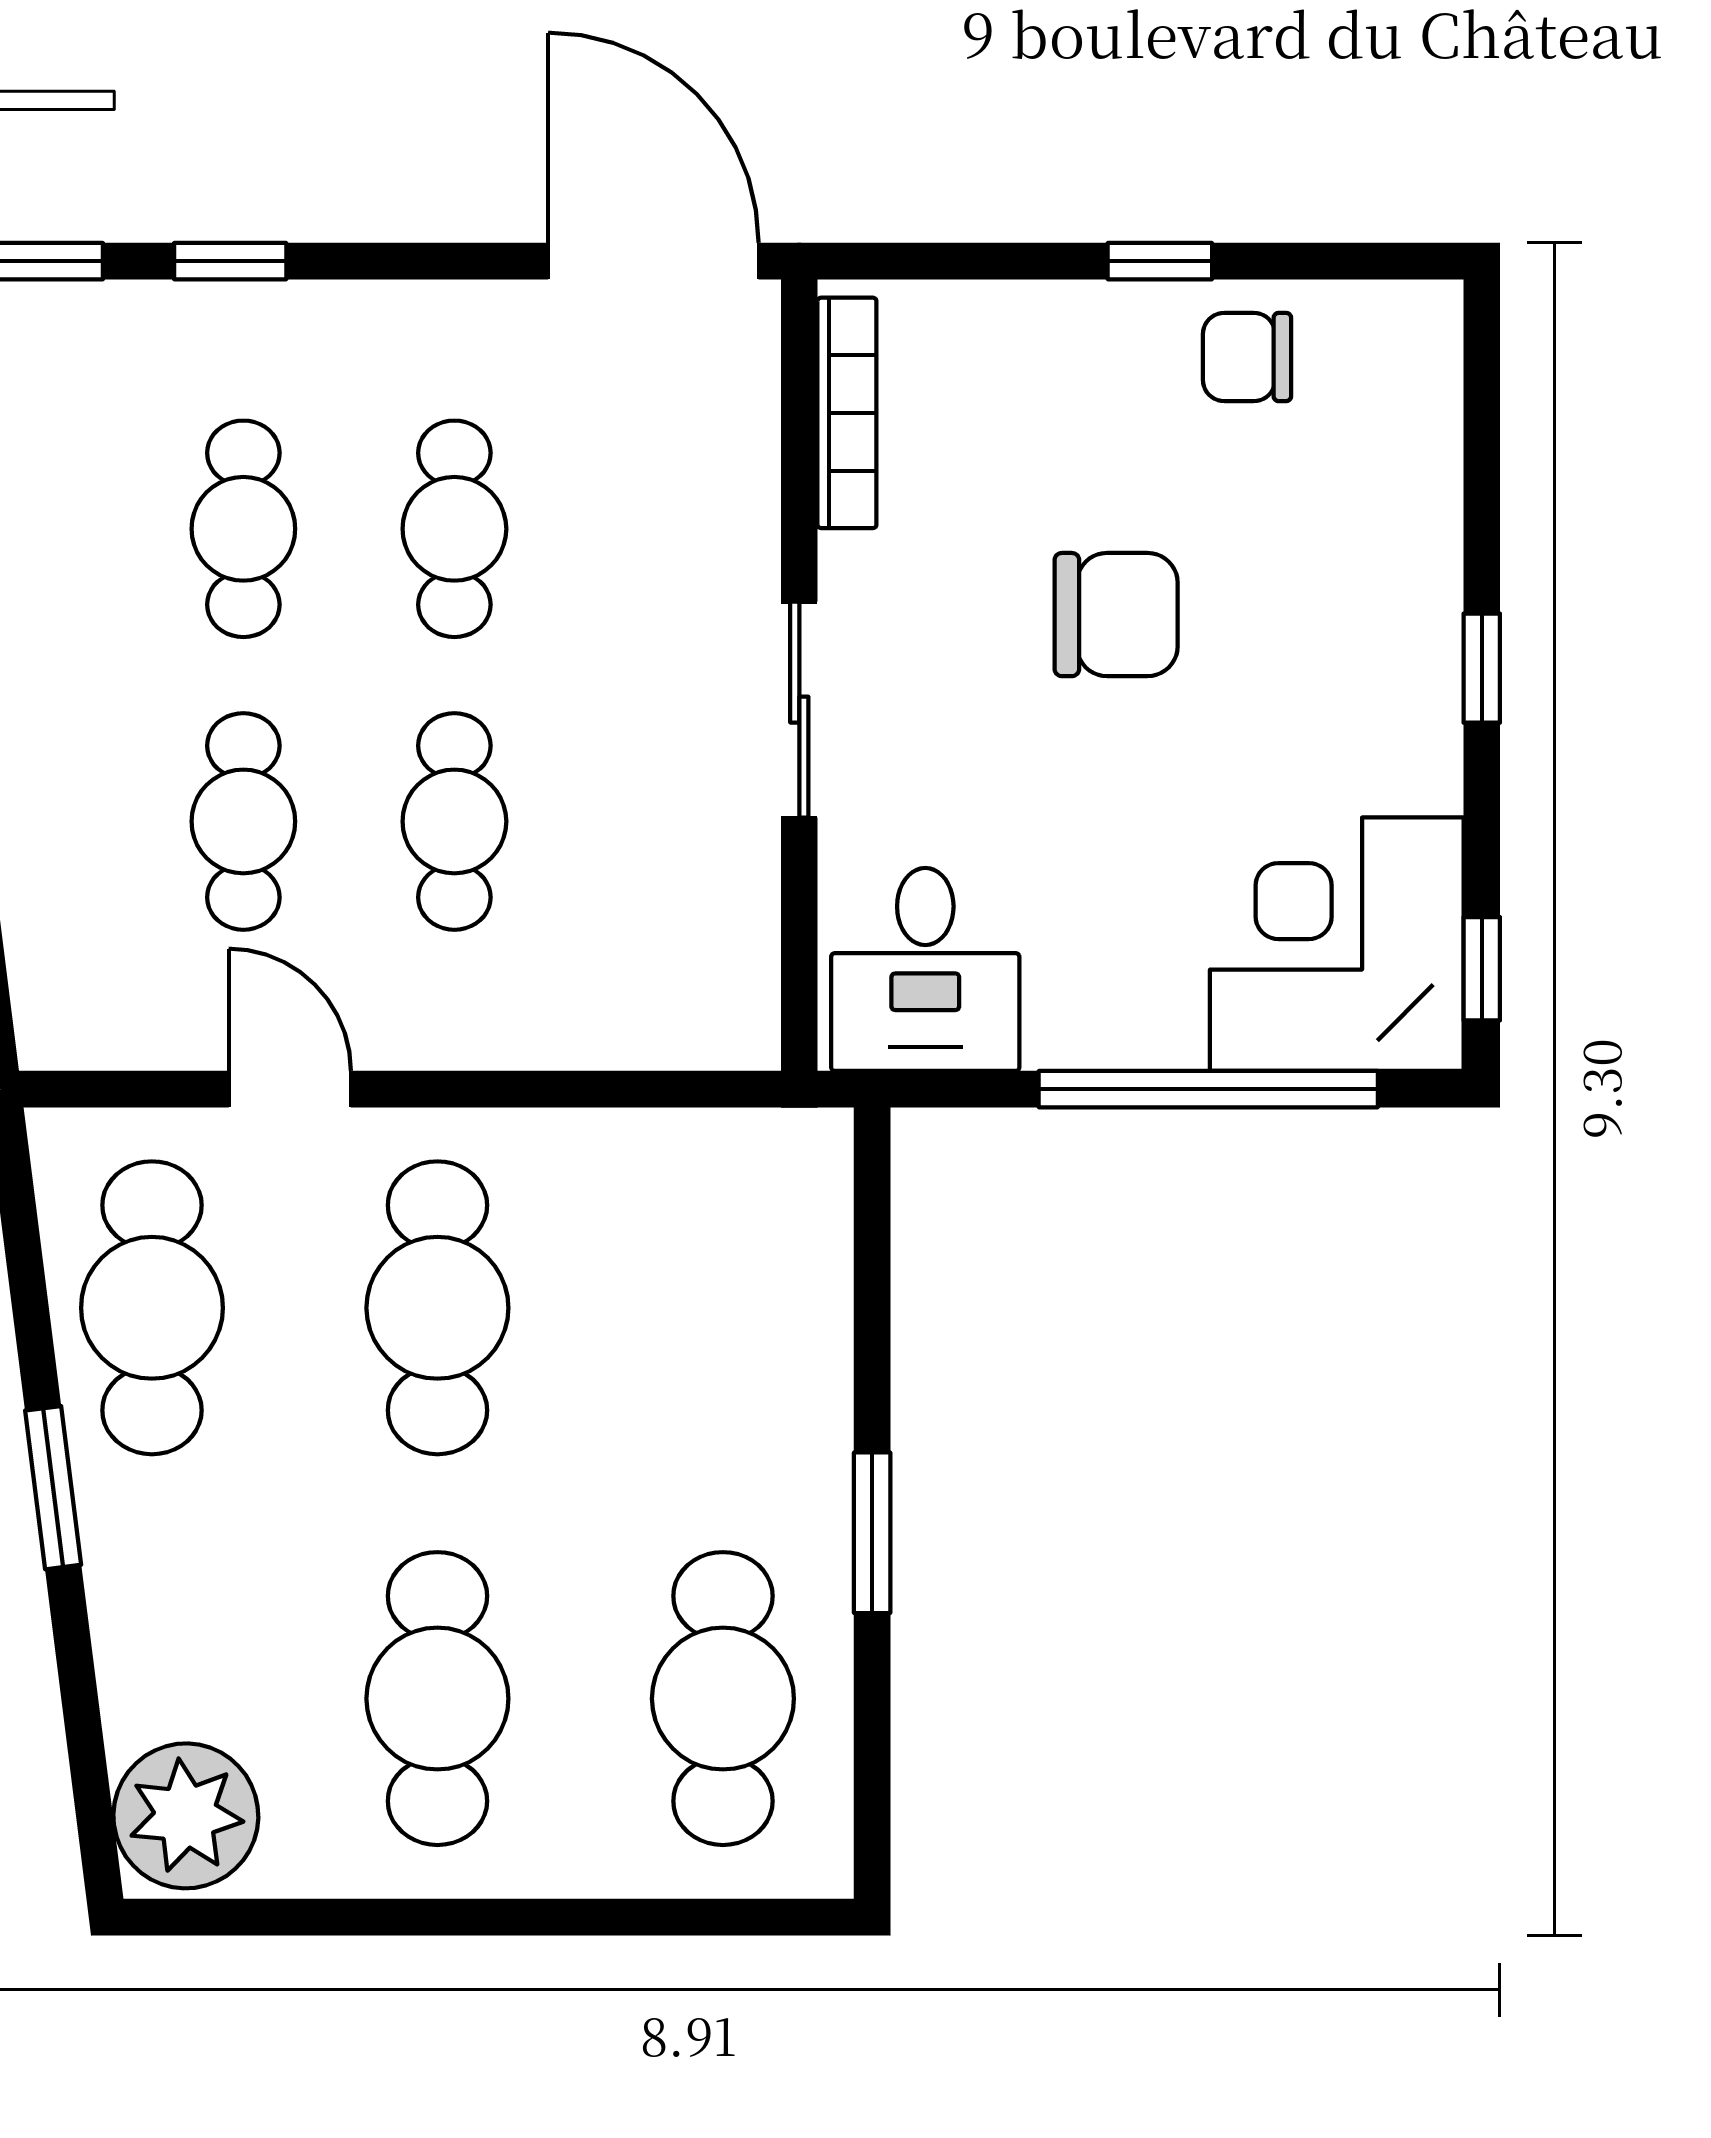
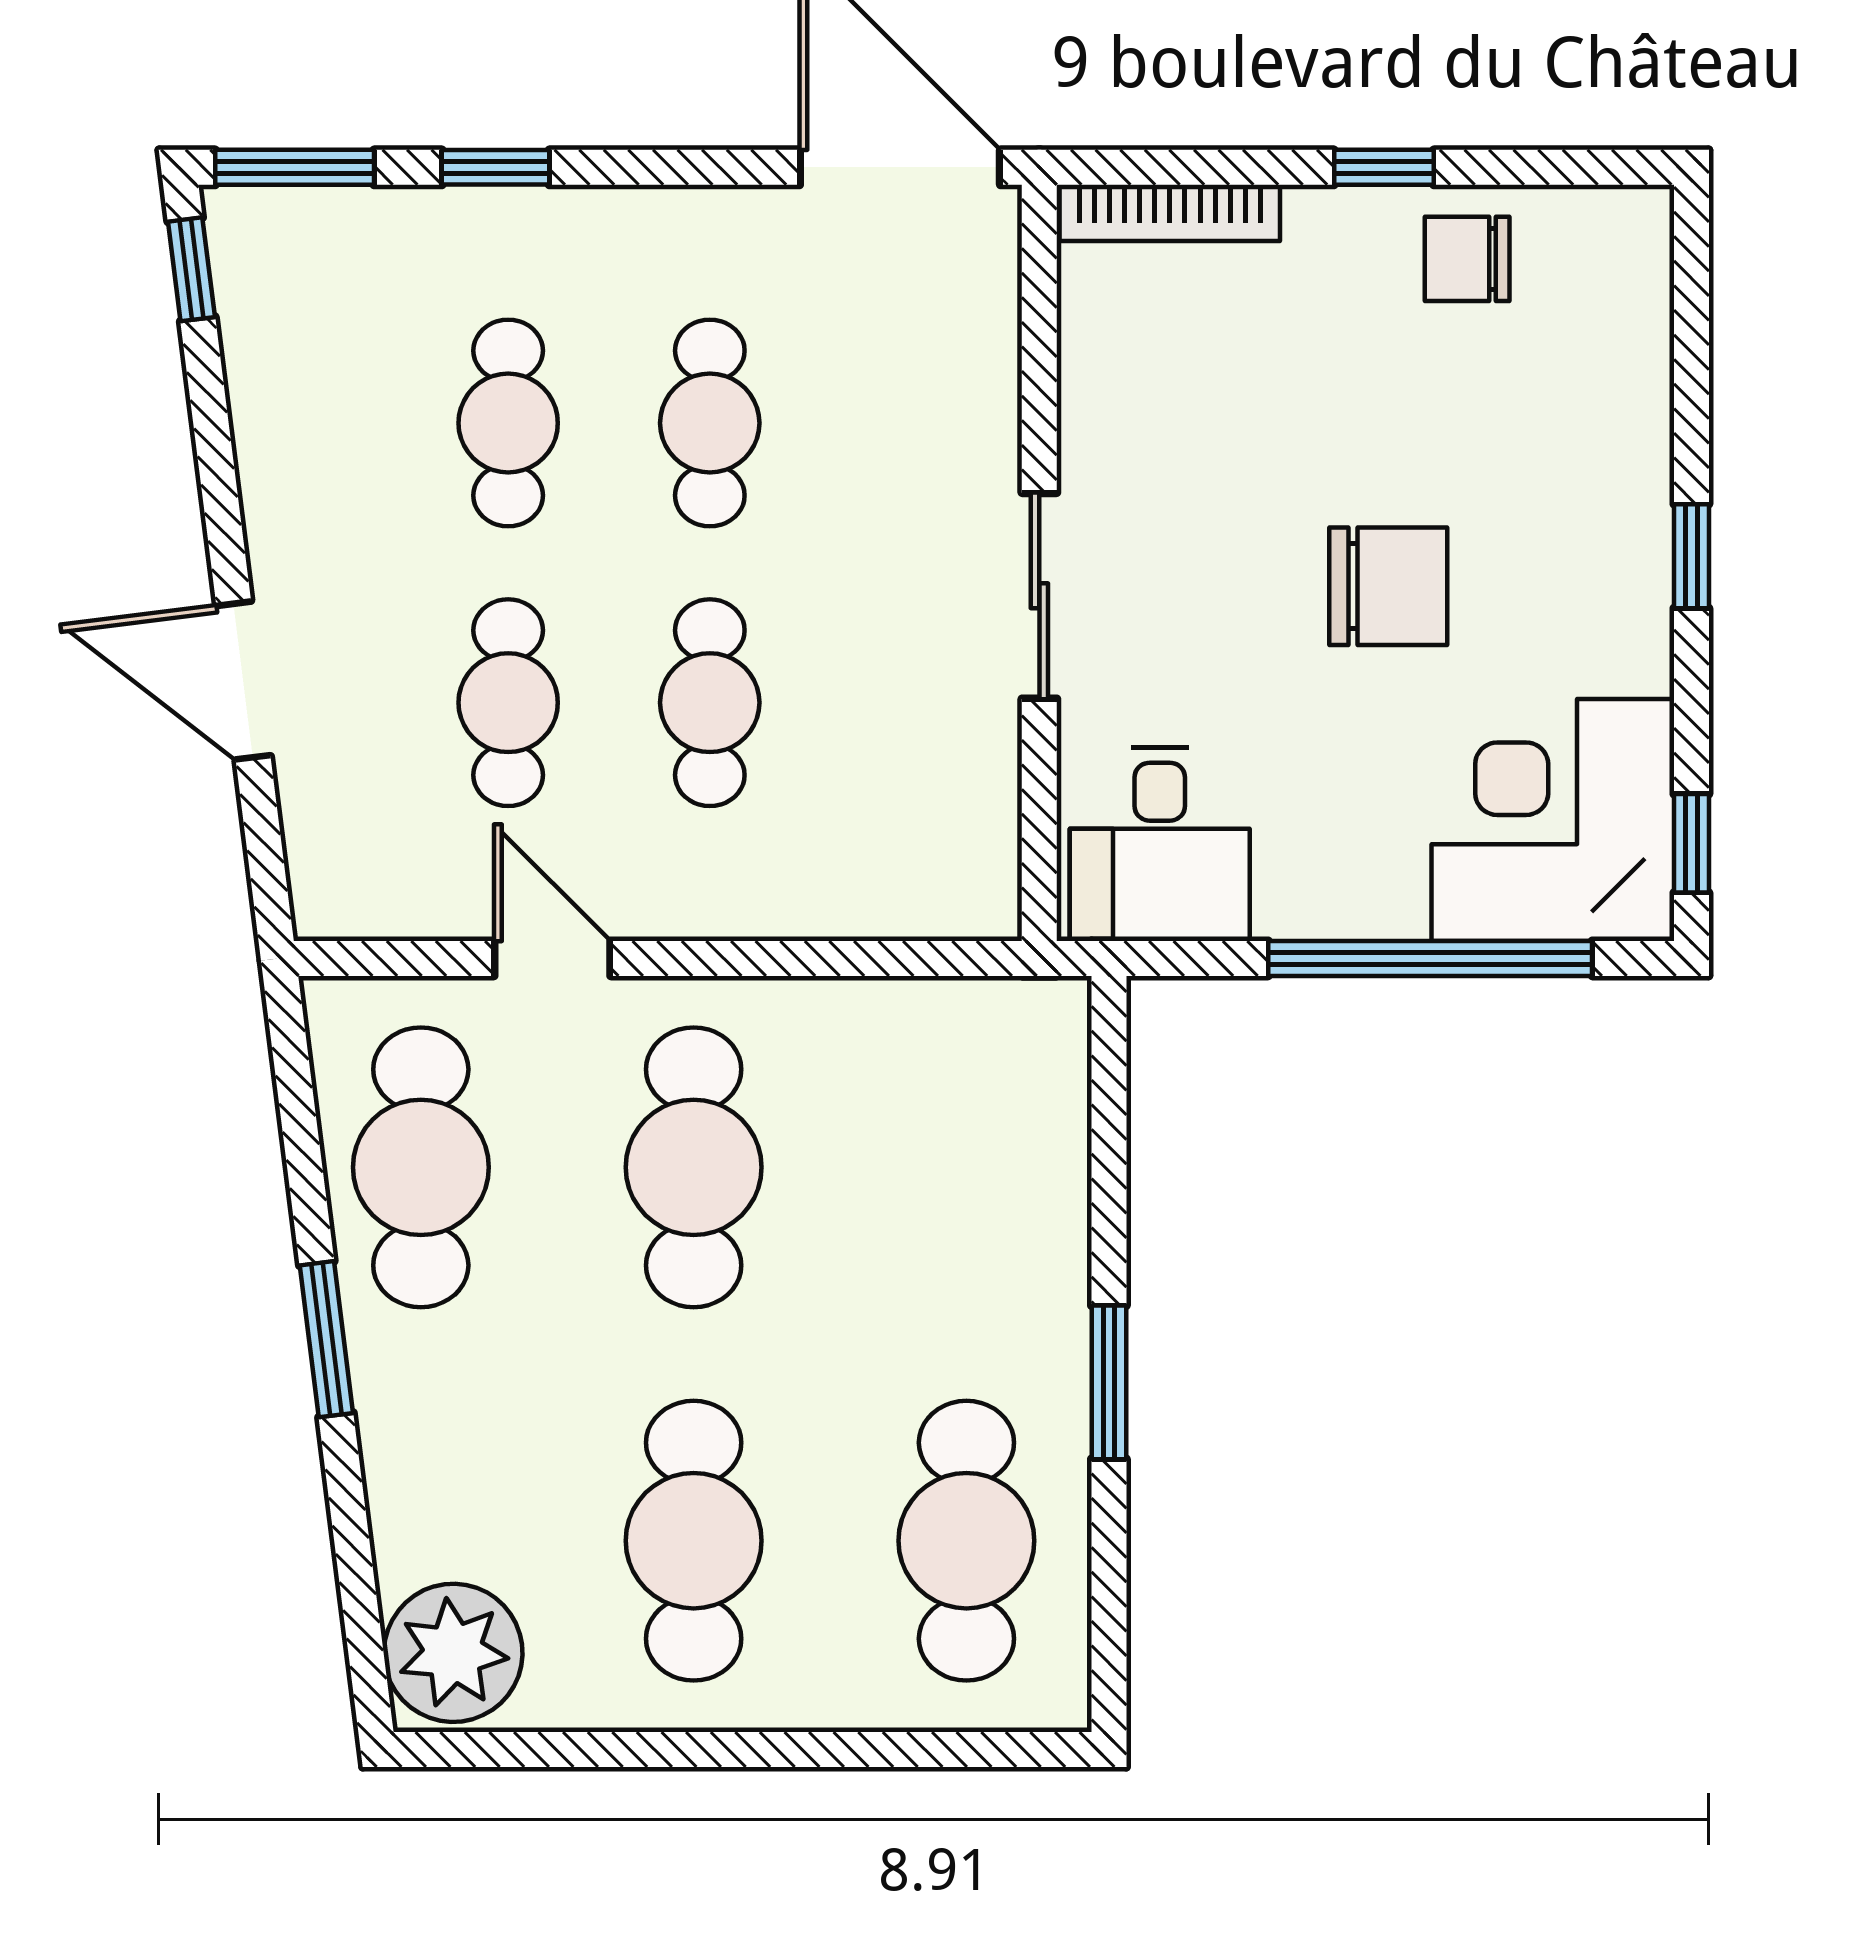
bookcase: (847, 413) -> (1170, 213), moved, turned 90
chair: (1116, 615) -> (1388, 586), moved

